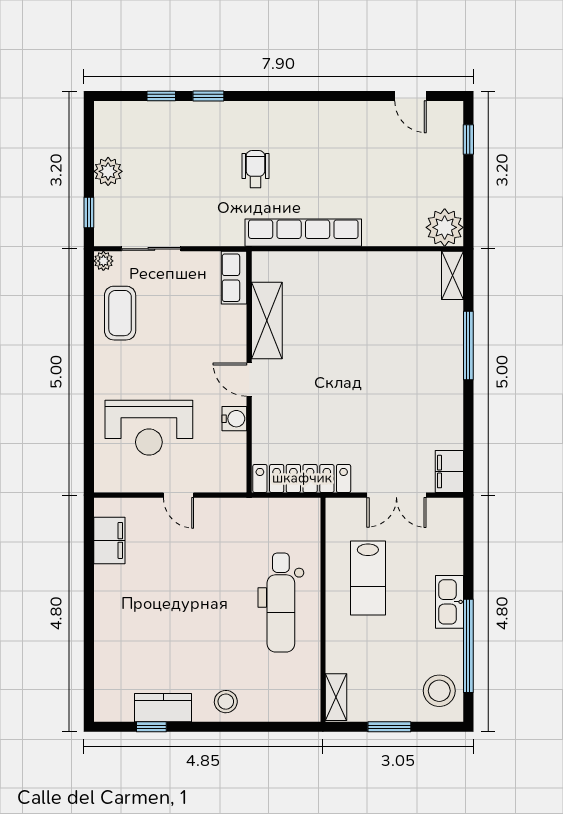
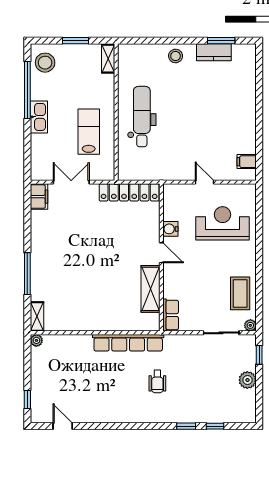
plant: (445, 227) -> (36, 340), width x0.53, depth x0.53
filing cabinet: (109, 540) -> (247, 162), width x0.50
window: (151, 727) -> (221, 41), width x1.50

